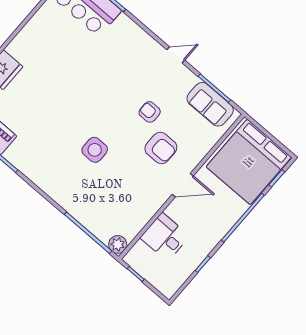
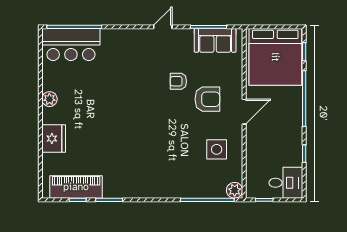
plant: (28, 33) -> (49, 99), added
side table: (95, 150) -> (217, 149), moved
desk: (165, 237) -> (286, 183), moved, turned 180

